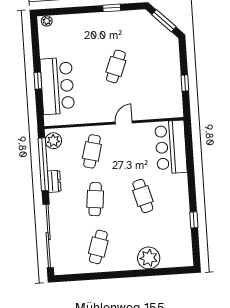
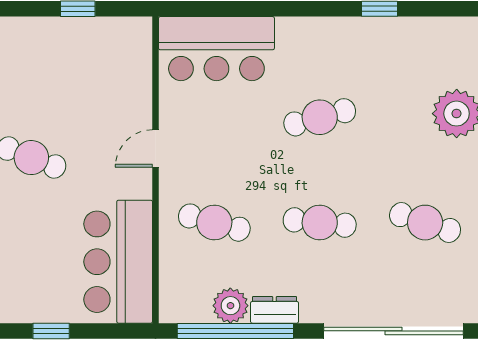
bar counter: (57, 86) -> (118, 262), moved, turned -90
door: (124, 122) -> (156, 149), hinge flipped
plant: (53, 141) -> (230, 306), moved

